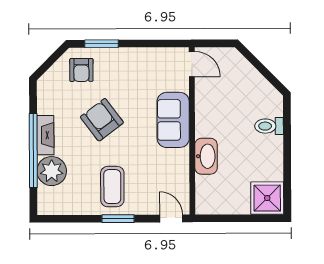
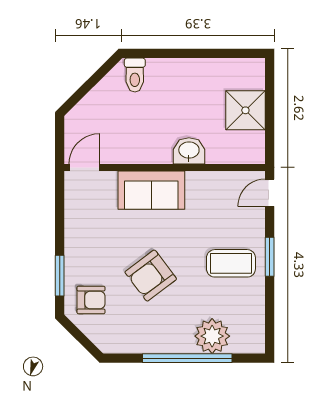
toilet: (269, 126) -> (135, 75), moved
fireplace: (45, 135) -> (169, 344), removed
washbasin: (206, 156) -> (189, 151), width x0.72
shower: (267, 198) -> (245, 110), moved

